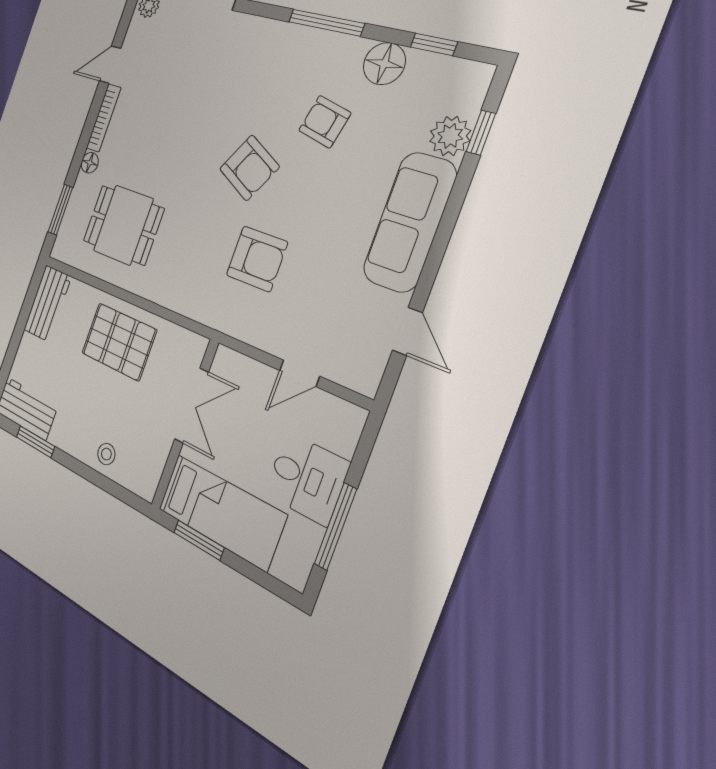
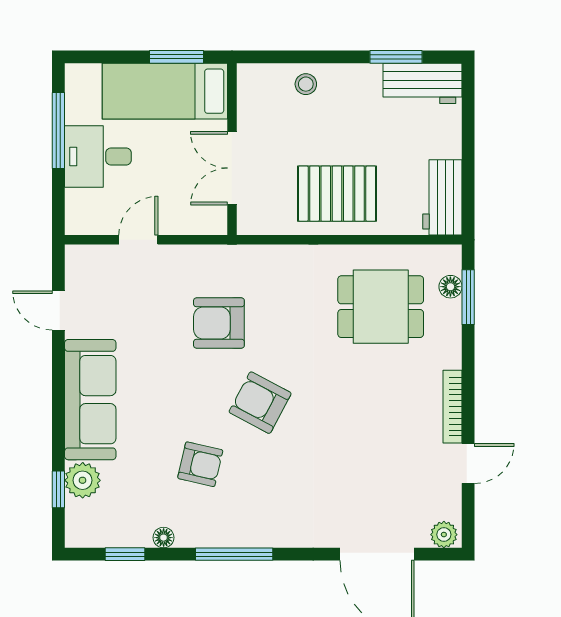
floor lamp: (384, 64) -> (164, 538), width x0.53, depth x0.53
floor lamp: (90, 163) -> (450, 287), moved

